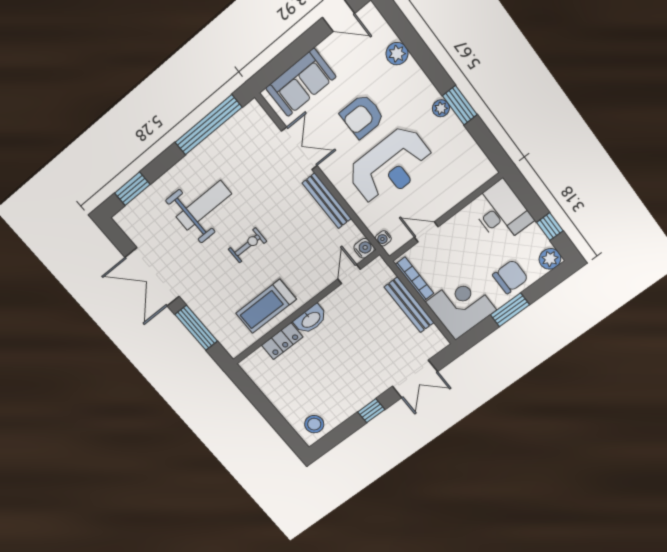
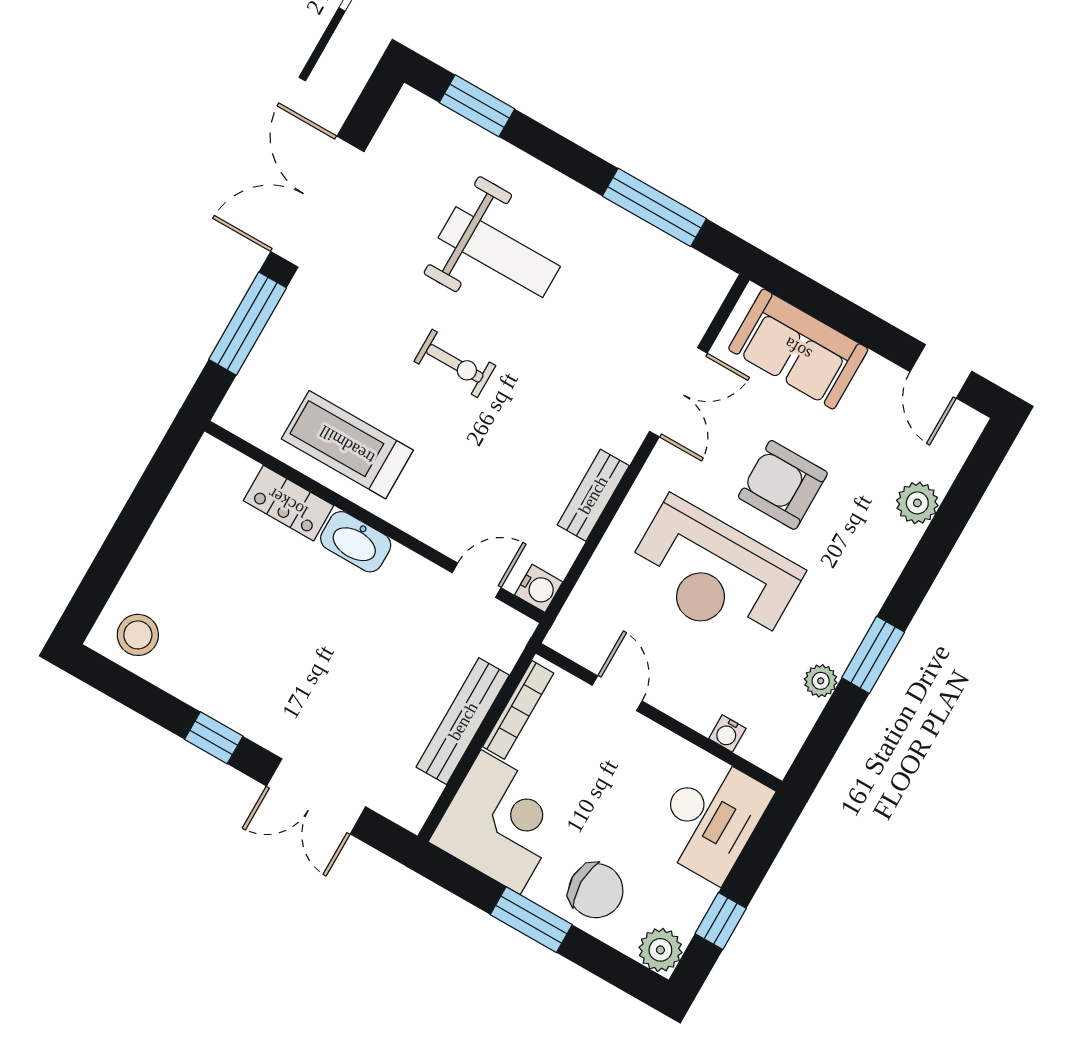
plant: (441, 108) -> (821, 681), moved
window: (208, 125) -> (654, 207), width x0.68
bench: (327, 201) -> (593, 495), width x0.73
water cooler: (383, 238) -> (727, 733), moved, turned -90

